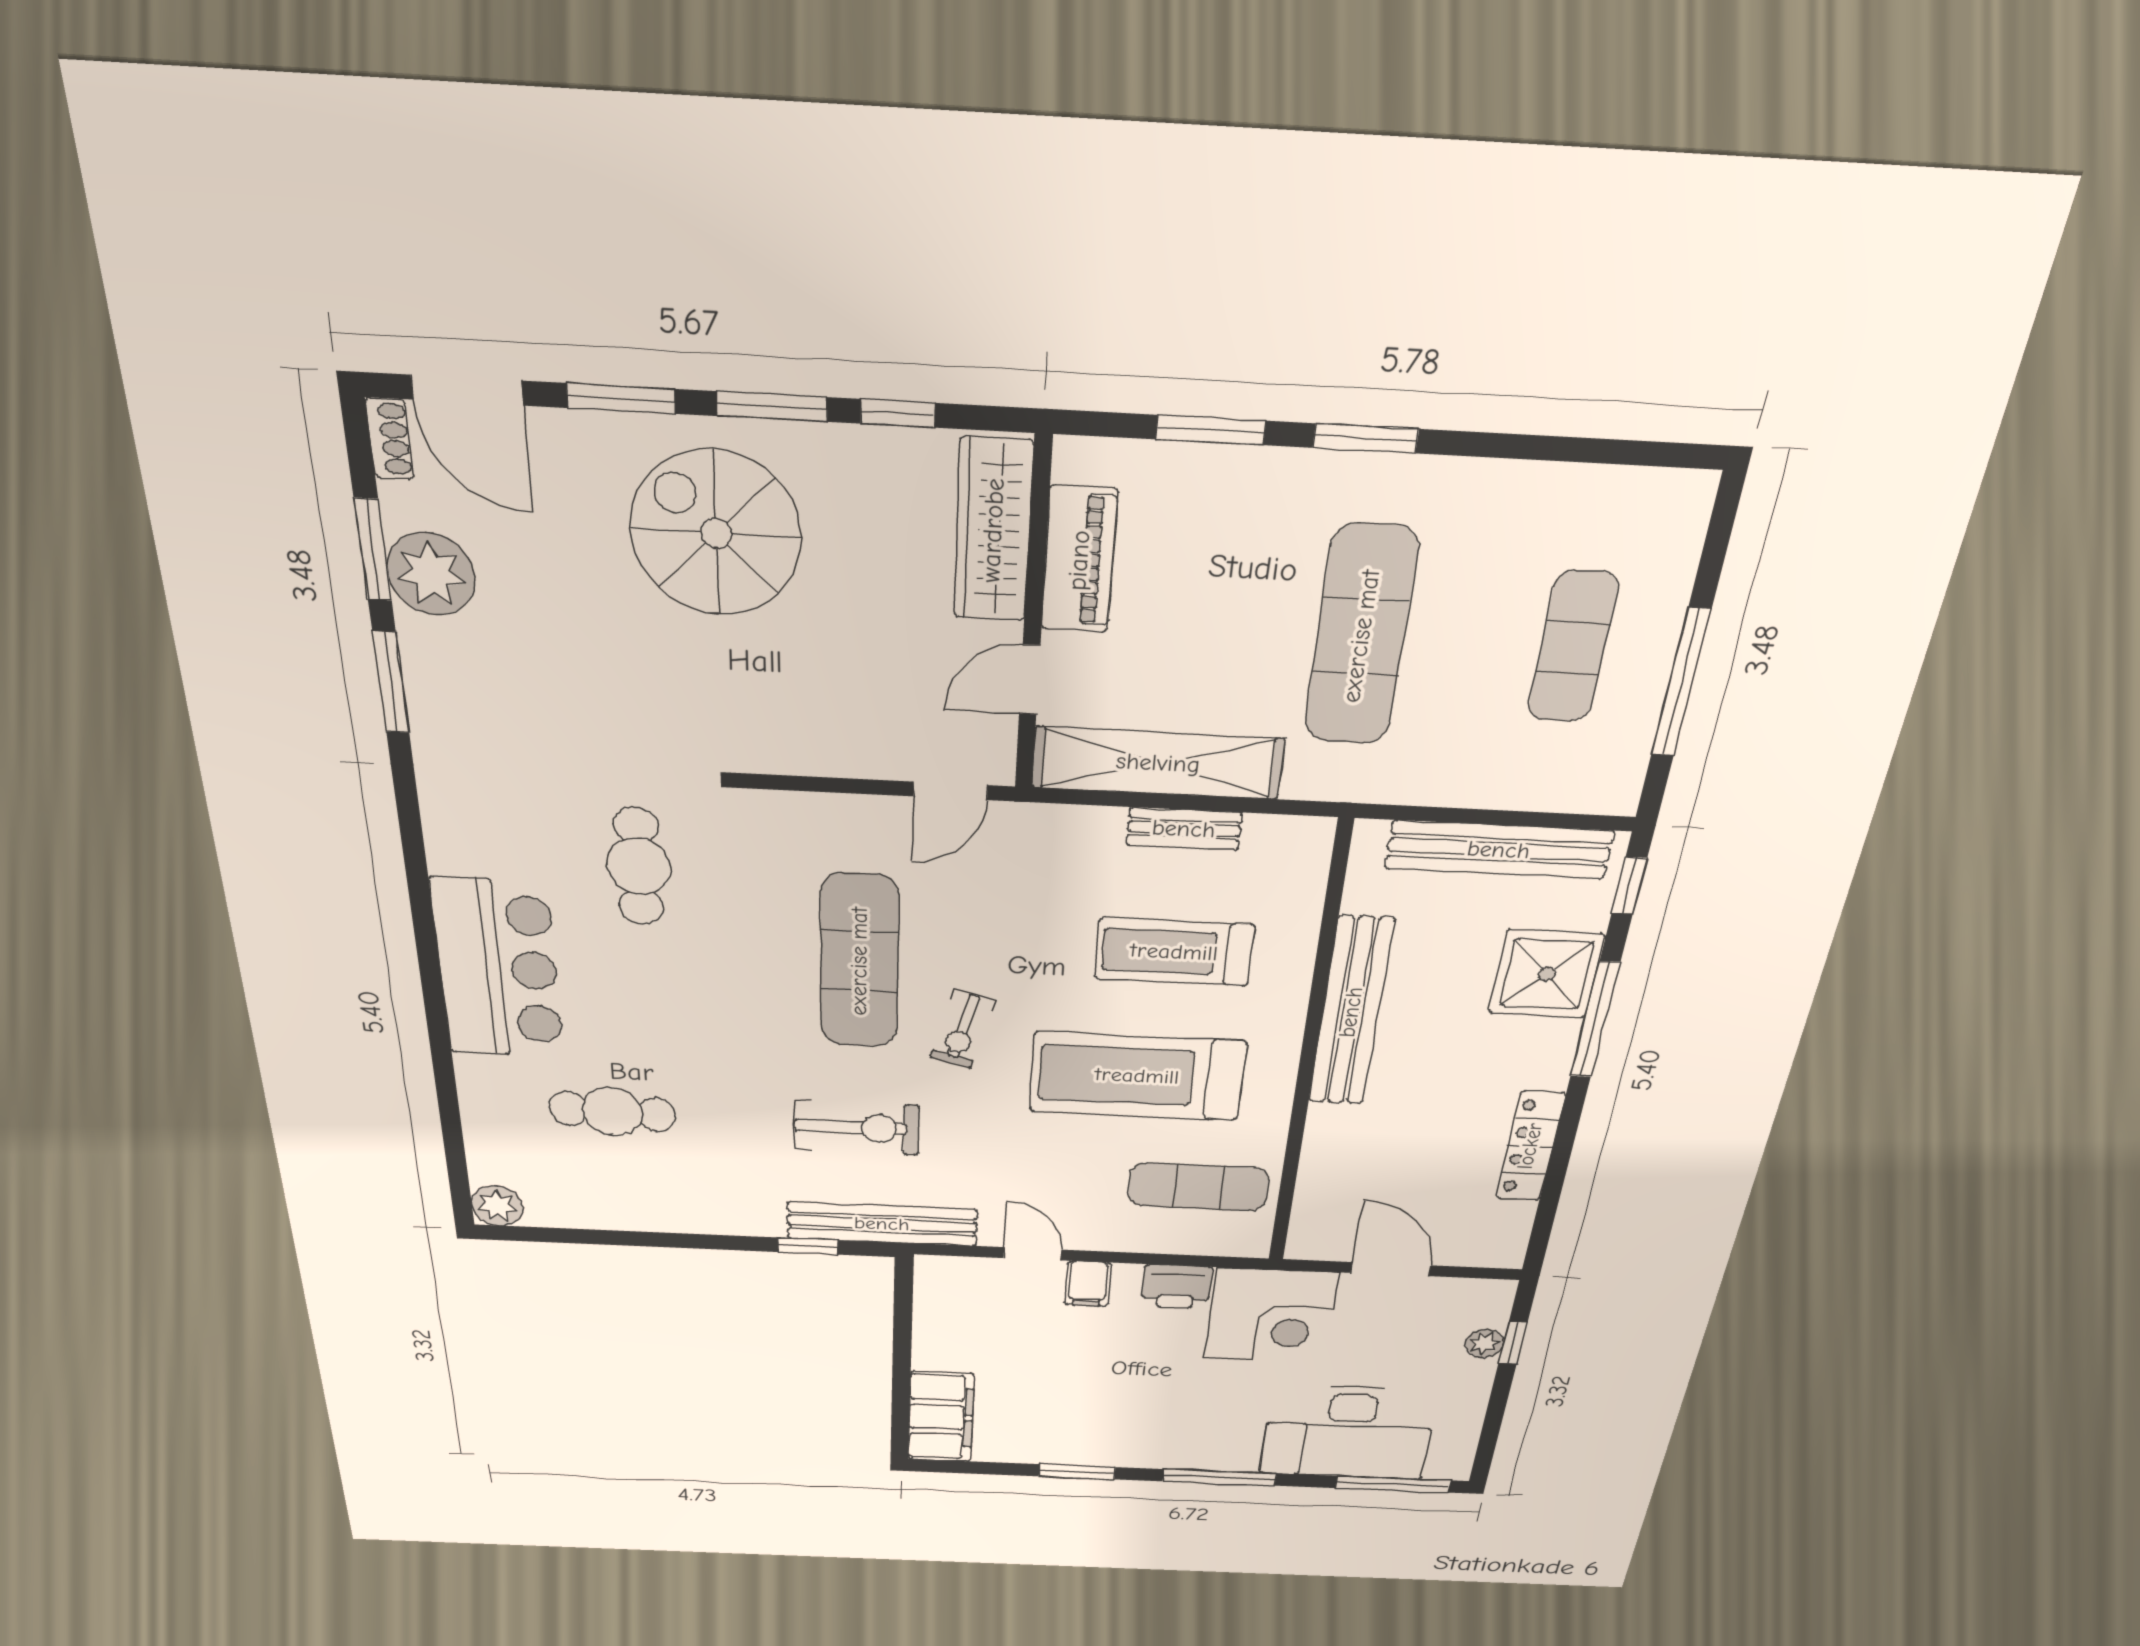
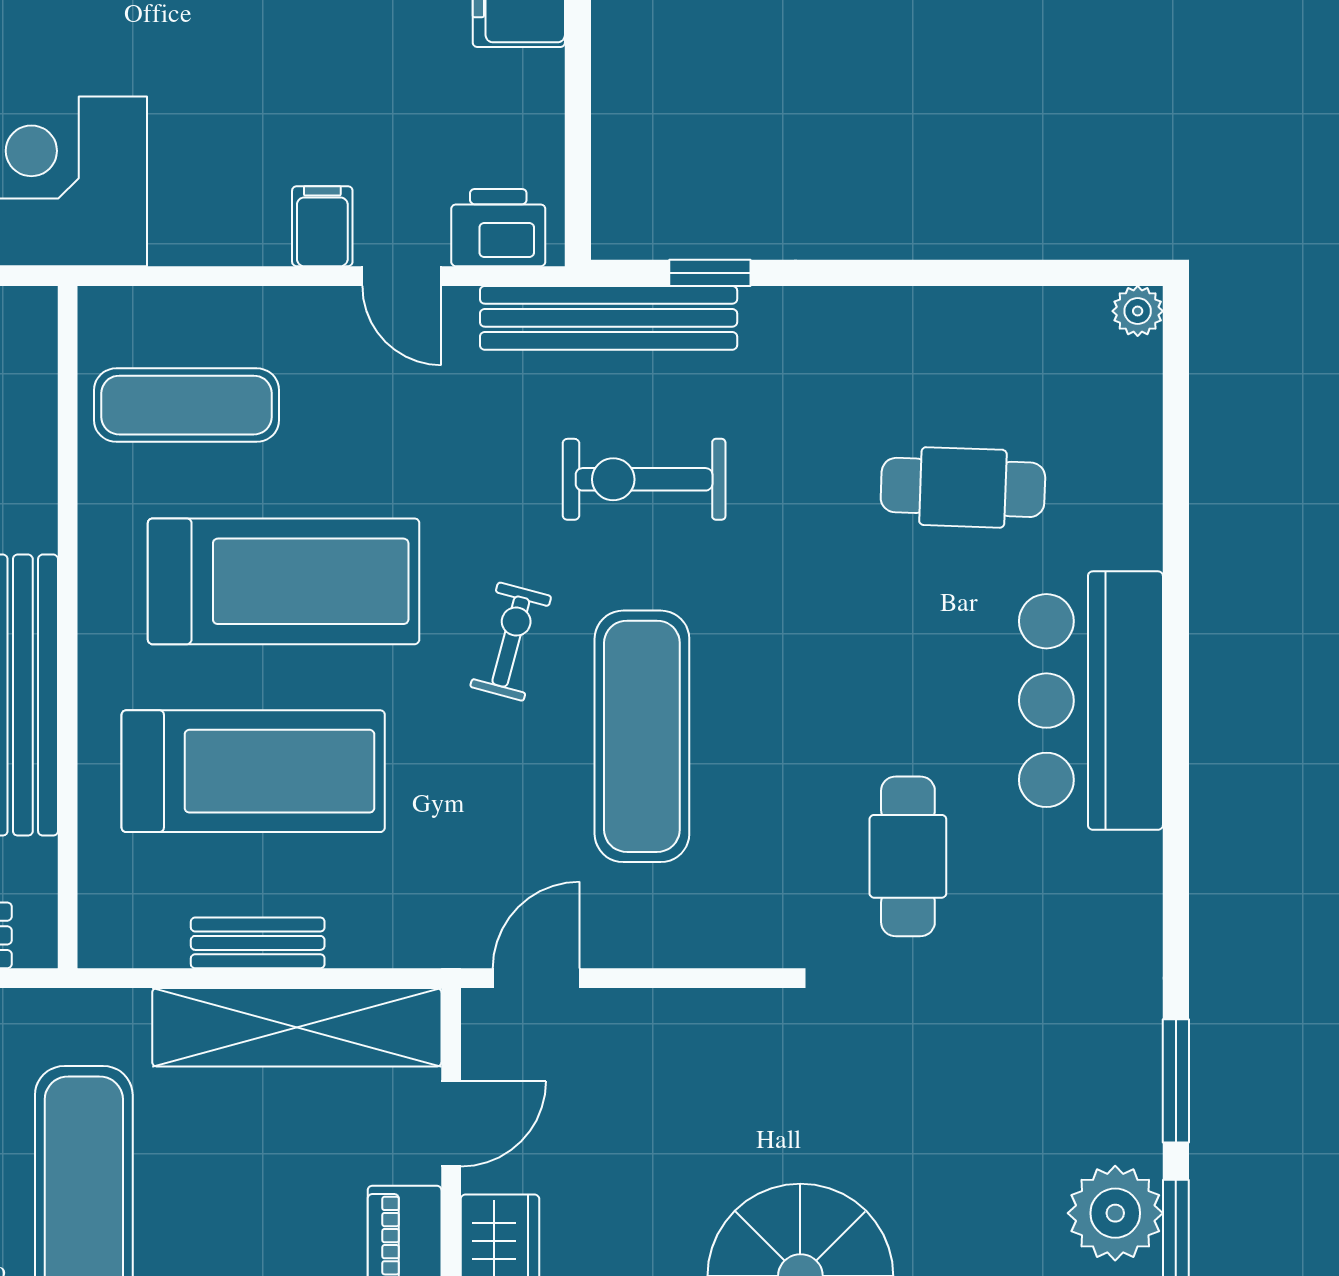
treadmill: (1174, 952) -> (253, 771), width x1.37, depth x1.37
plant: (497, 1206) -> (1138, 311), width x0.73, depth x0.73
printer: (1177, 1287) -> (498, 228), moved

